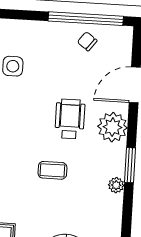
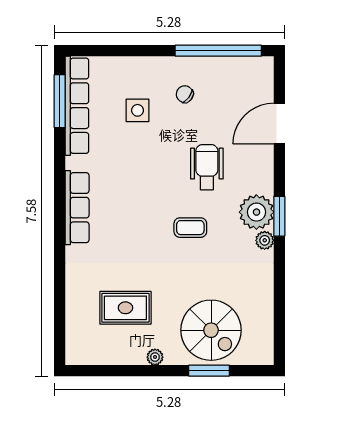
chair: (87, 41) -> (185, 94), moved
plant: (112, 127) -> (256, 212), moved

